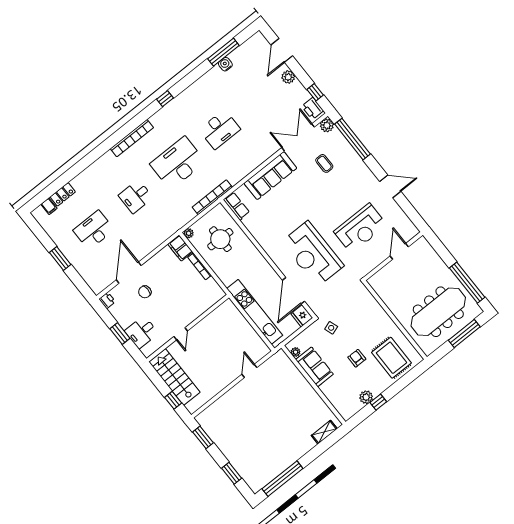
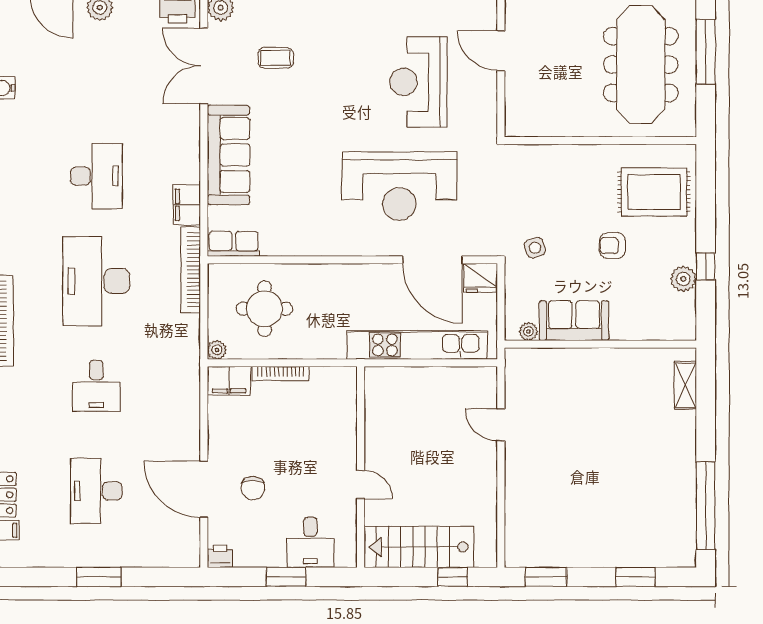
filing cabinet: (237, 175) -> (187, 205), added
reception desk: (360, 228) -> (418, 82), turned 180

